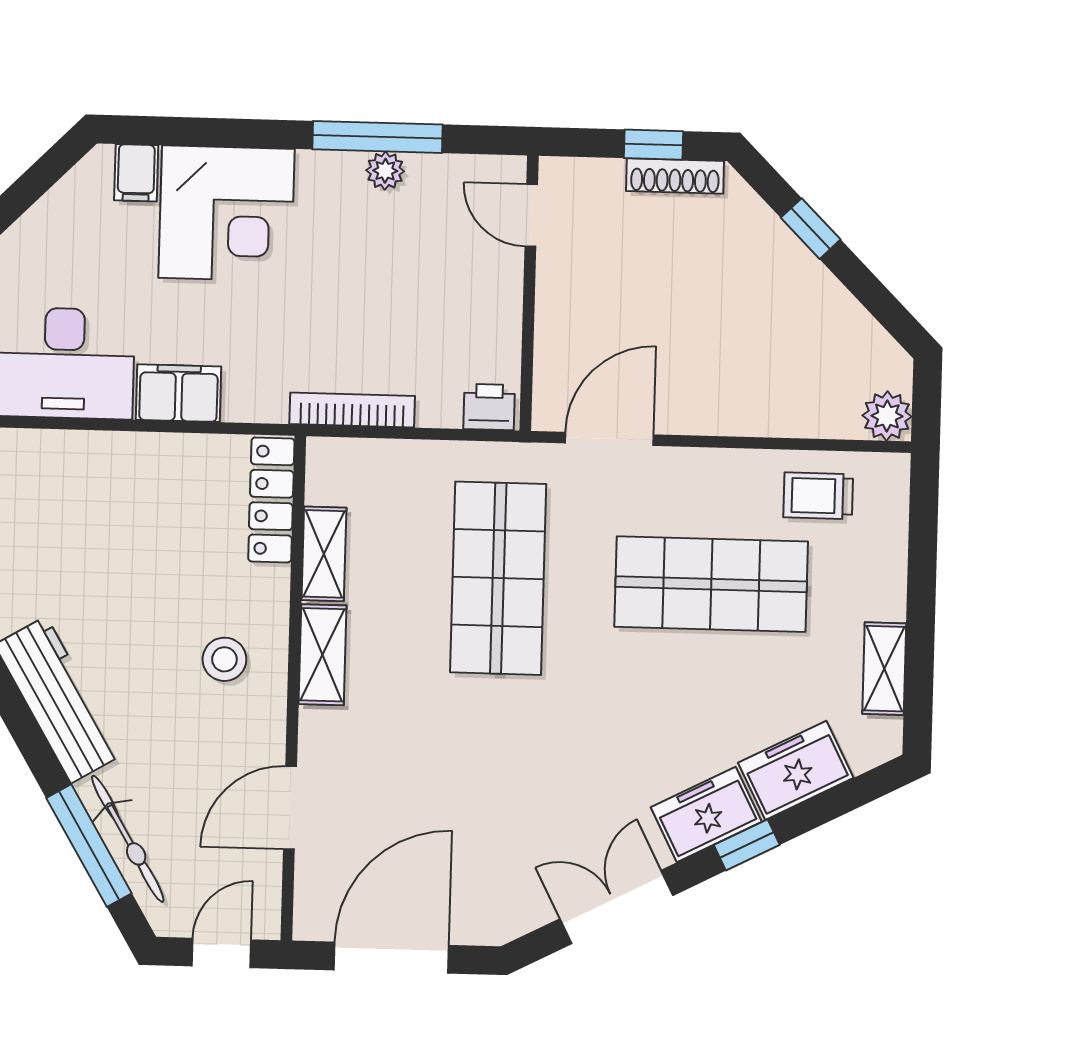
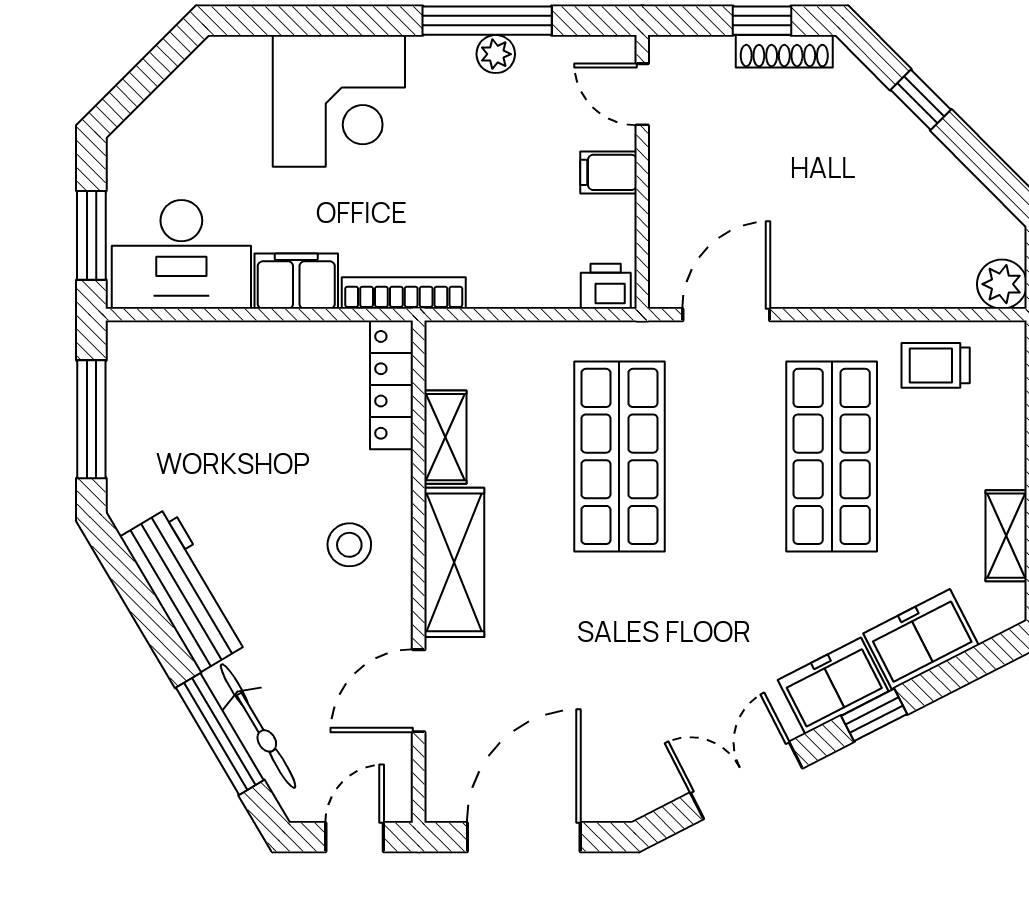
filing cabinet: (136, 173) -> (608, 172), moved, turned 90
bookcase: (352, 410) -> (404, 293), moved
shop shelf: (711, 584) -> (832, 456), turned 90
shelving: (323, 655) -> (454, 562), width x1.50, depth x1.33

